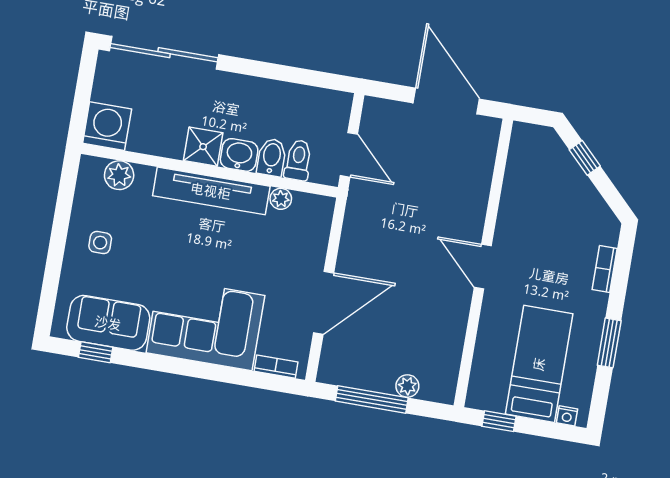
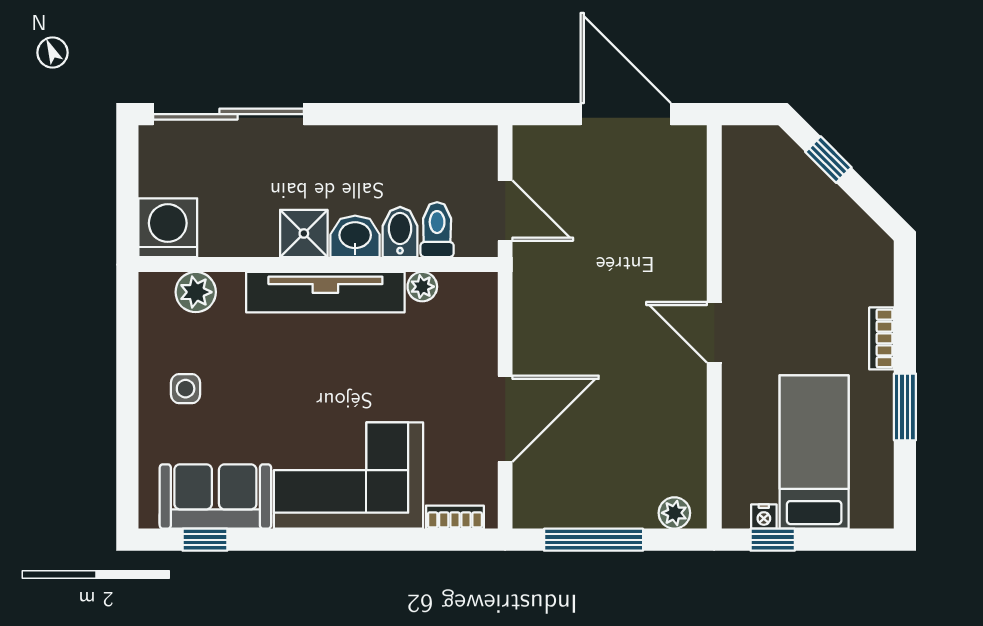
bookcase: (605, 269) -> (882, 338), moved
plant: (407, 386) -> (674, 513), moved
nightstand: (567, 416) -> (764, 517), moved

